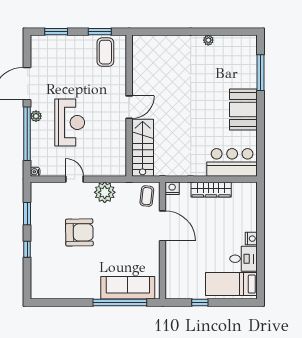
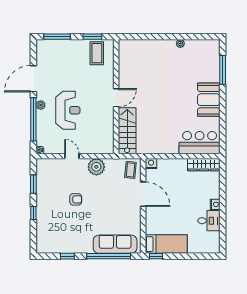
window: (56, 32) -> (57, 37), width x1.44
wardrobe: (211, 189) -> (204, 165), moved
armchair: (79, 232) -> (76, 199), width x0.53, depth x0.53
bed: (231, 284) -> (166, 244), moved, turned 180
window: (69, 302) -> (67, 256), added
window: (200, 302) -> (156, 256), moved

